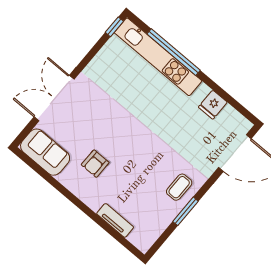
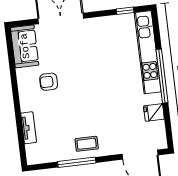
window: (114, 27) -> (125, 11), moved
window: (174, 52) -> (162, 76), moved
window: (186, 211) -> (77, 162), width x1.44

